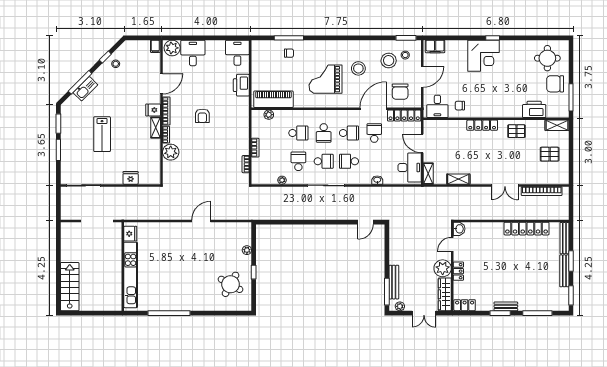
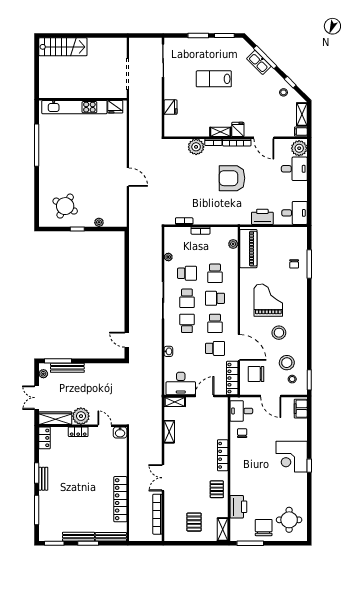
shelving: (138, 45) -> (302, 114), added
armchair: (202, 116) -> (232, 178), width x1.88, depth x1.88

